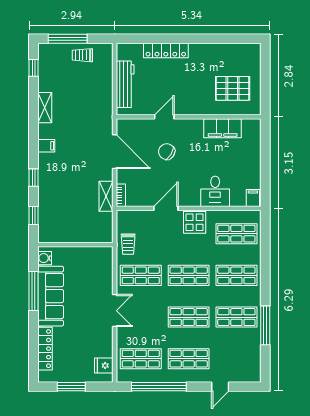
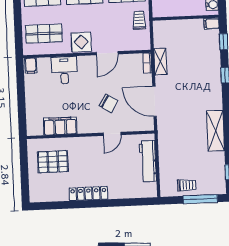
locker: (166, 50) -> (88, 194), moved
shelving: (45, 108) -> (215, 131), width x1.50, depth x1.33
filing cabinet: (46, 146) -> (211, 24), moved

